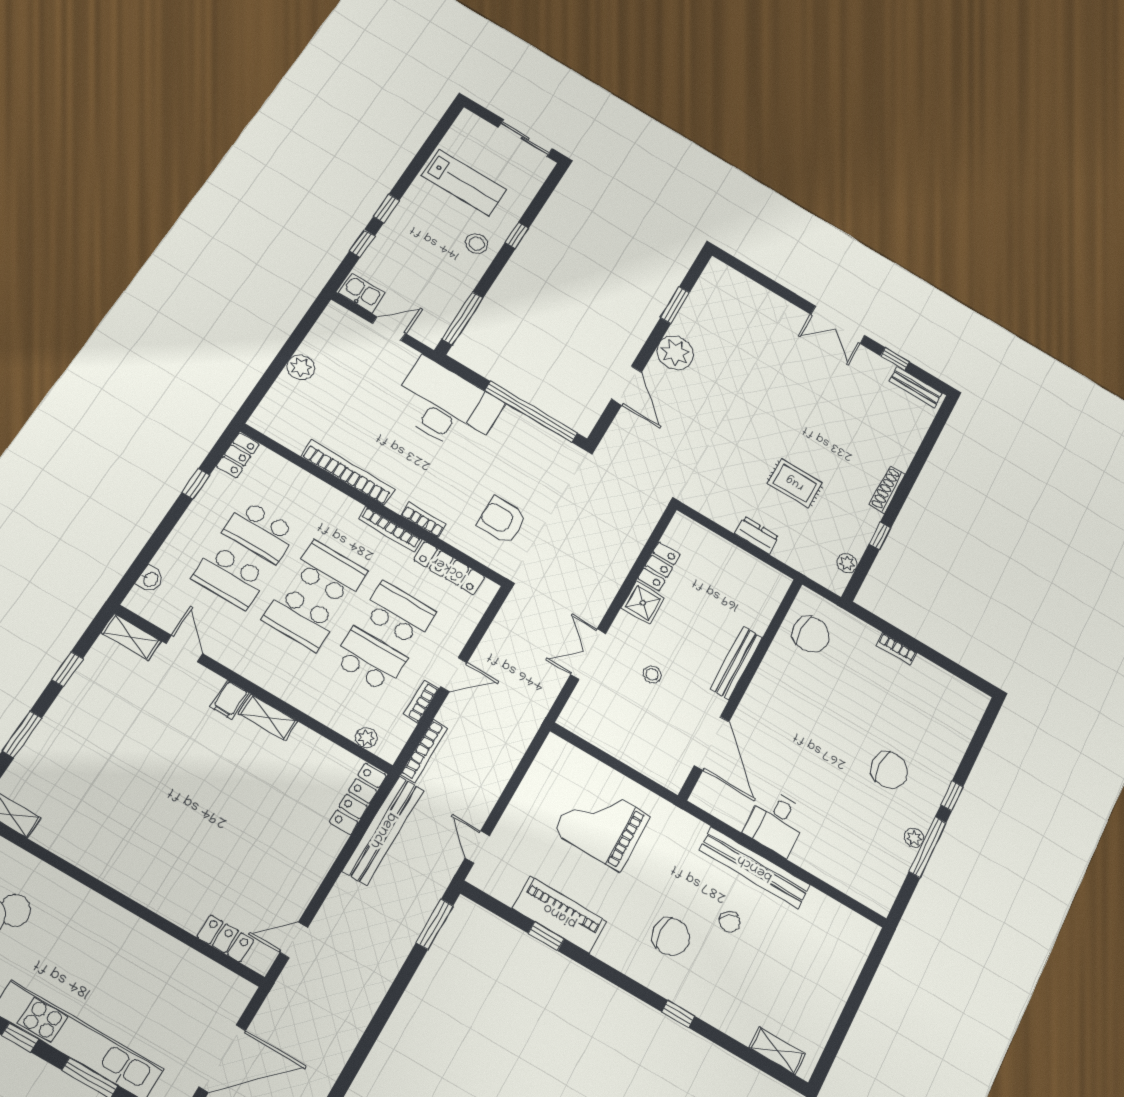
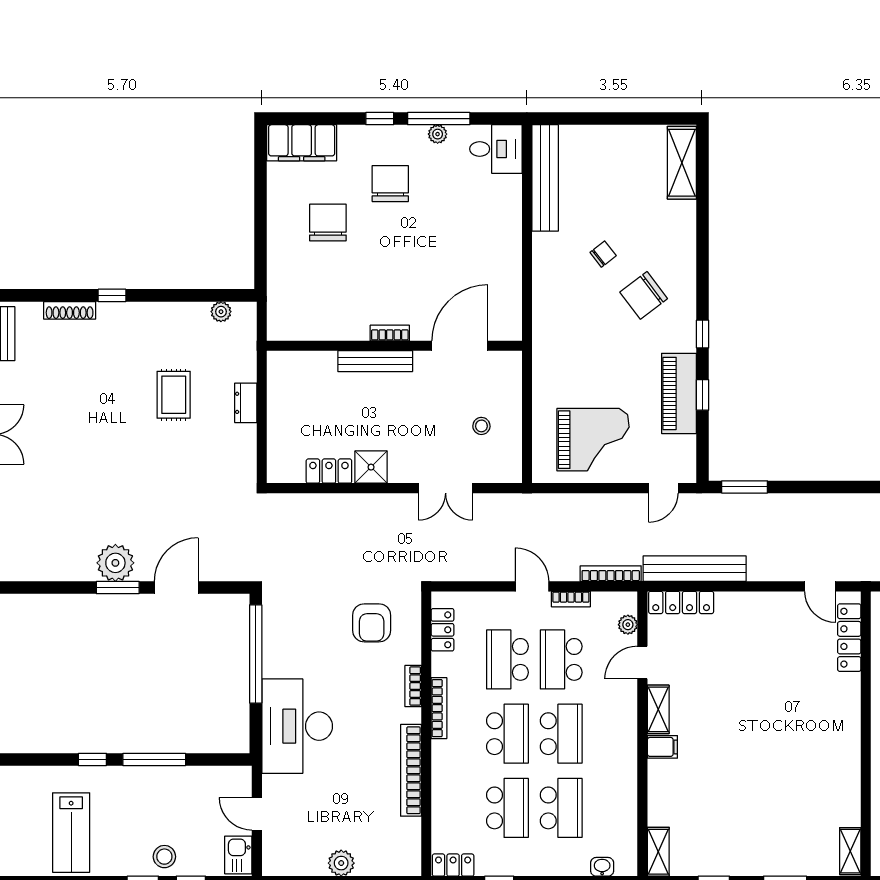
lab bench: (464, 183) -> (71, 833), turned 180
stool: (477, 244) -> (164, 857), moved
window: (675, 305) -> (118, 588), moved
window: (463, 318) -> (154, 759), moved
shoe rack: (887, 489) -> (70, 310), moved
window: (880, 536) -> (112, 295), moved
locker: (449, 568) -> (443, 630), width x0.66
school desk: (330, 572) -> (507, 734), turned 180
chair: (811, 634) -> (328, 223), moved
door: (184, 649) -> (642, 662), moved
bookcase: (897, 649) -> (390, 333), moved, turned -90
stool: (652, 674) -> (481, 426), moved
filing cabinet: (962, 717) -> (302, 143), added
desk: (776, 823) -> (496, 149), moved
grand piano: (602, 824) -> (593, 440), moved, turned -90
bench: (755, 868) -> (545, 178), moved
chair: (671, 937) -> (644, 295), turned -127
locker: (225, 939) -> (849, 638), width x1.53
window: (678, 1014) -> (703, 334), moved
shelving: (777, 1051) -> (682, 163), width x1.50, depth x1.33

